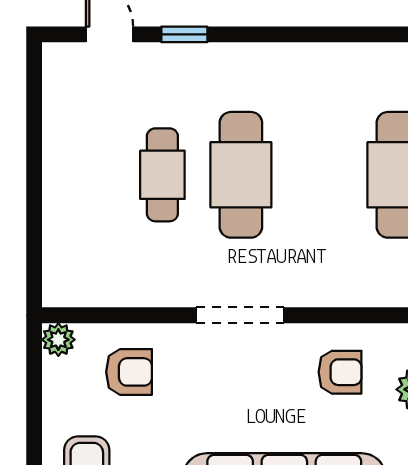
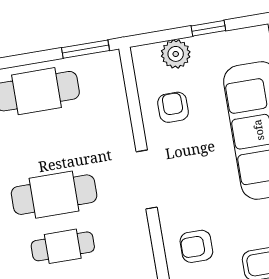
armchair: (129, 372) -> (196, 246), turned -90

